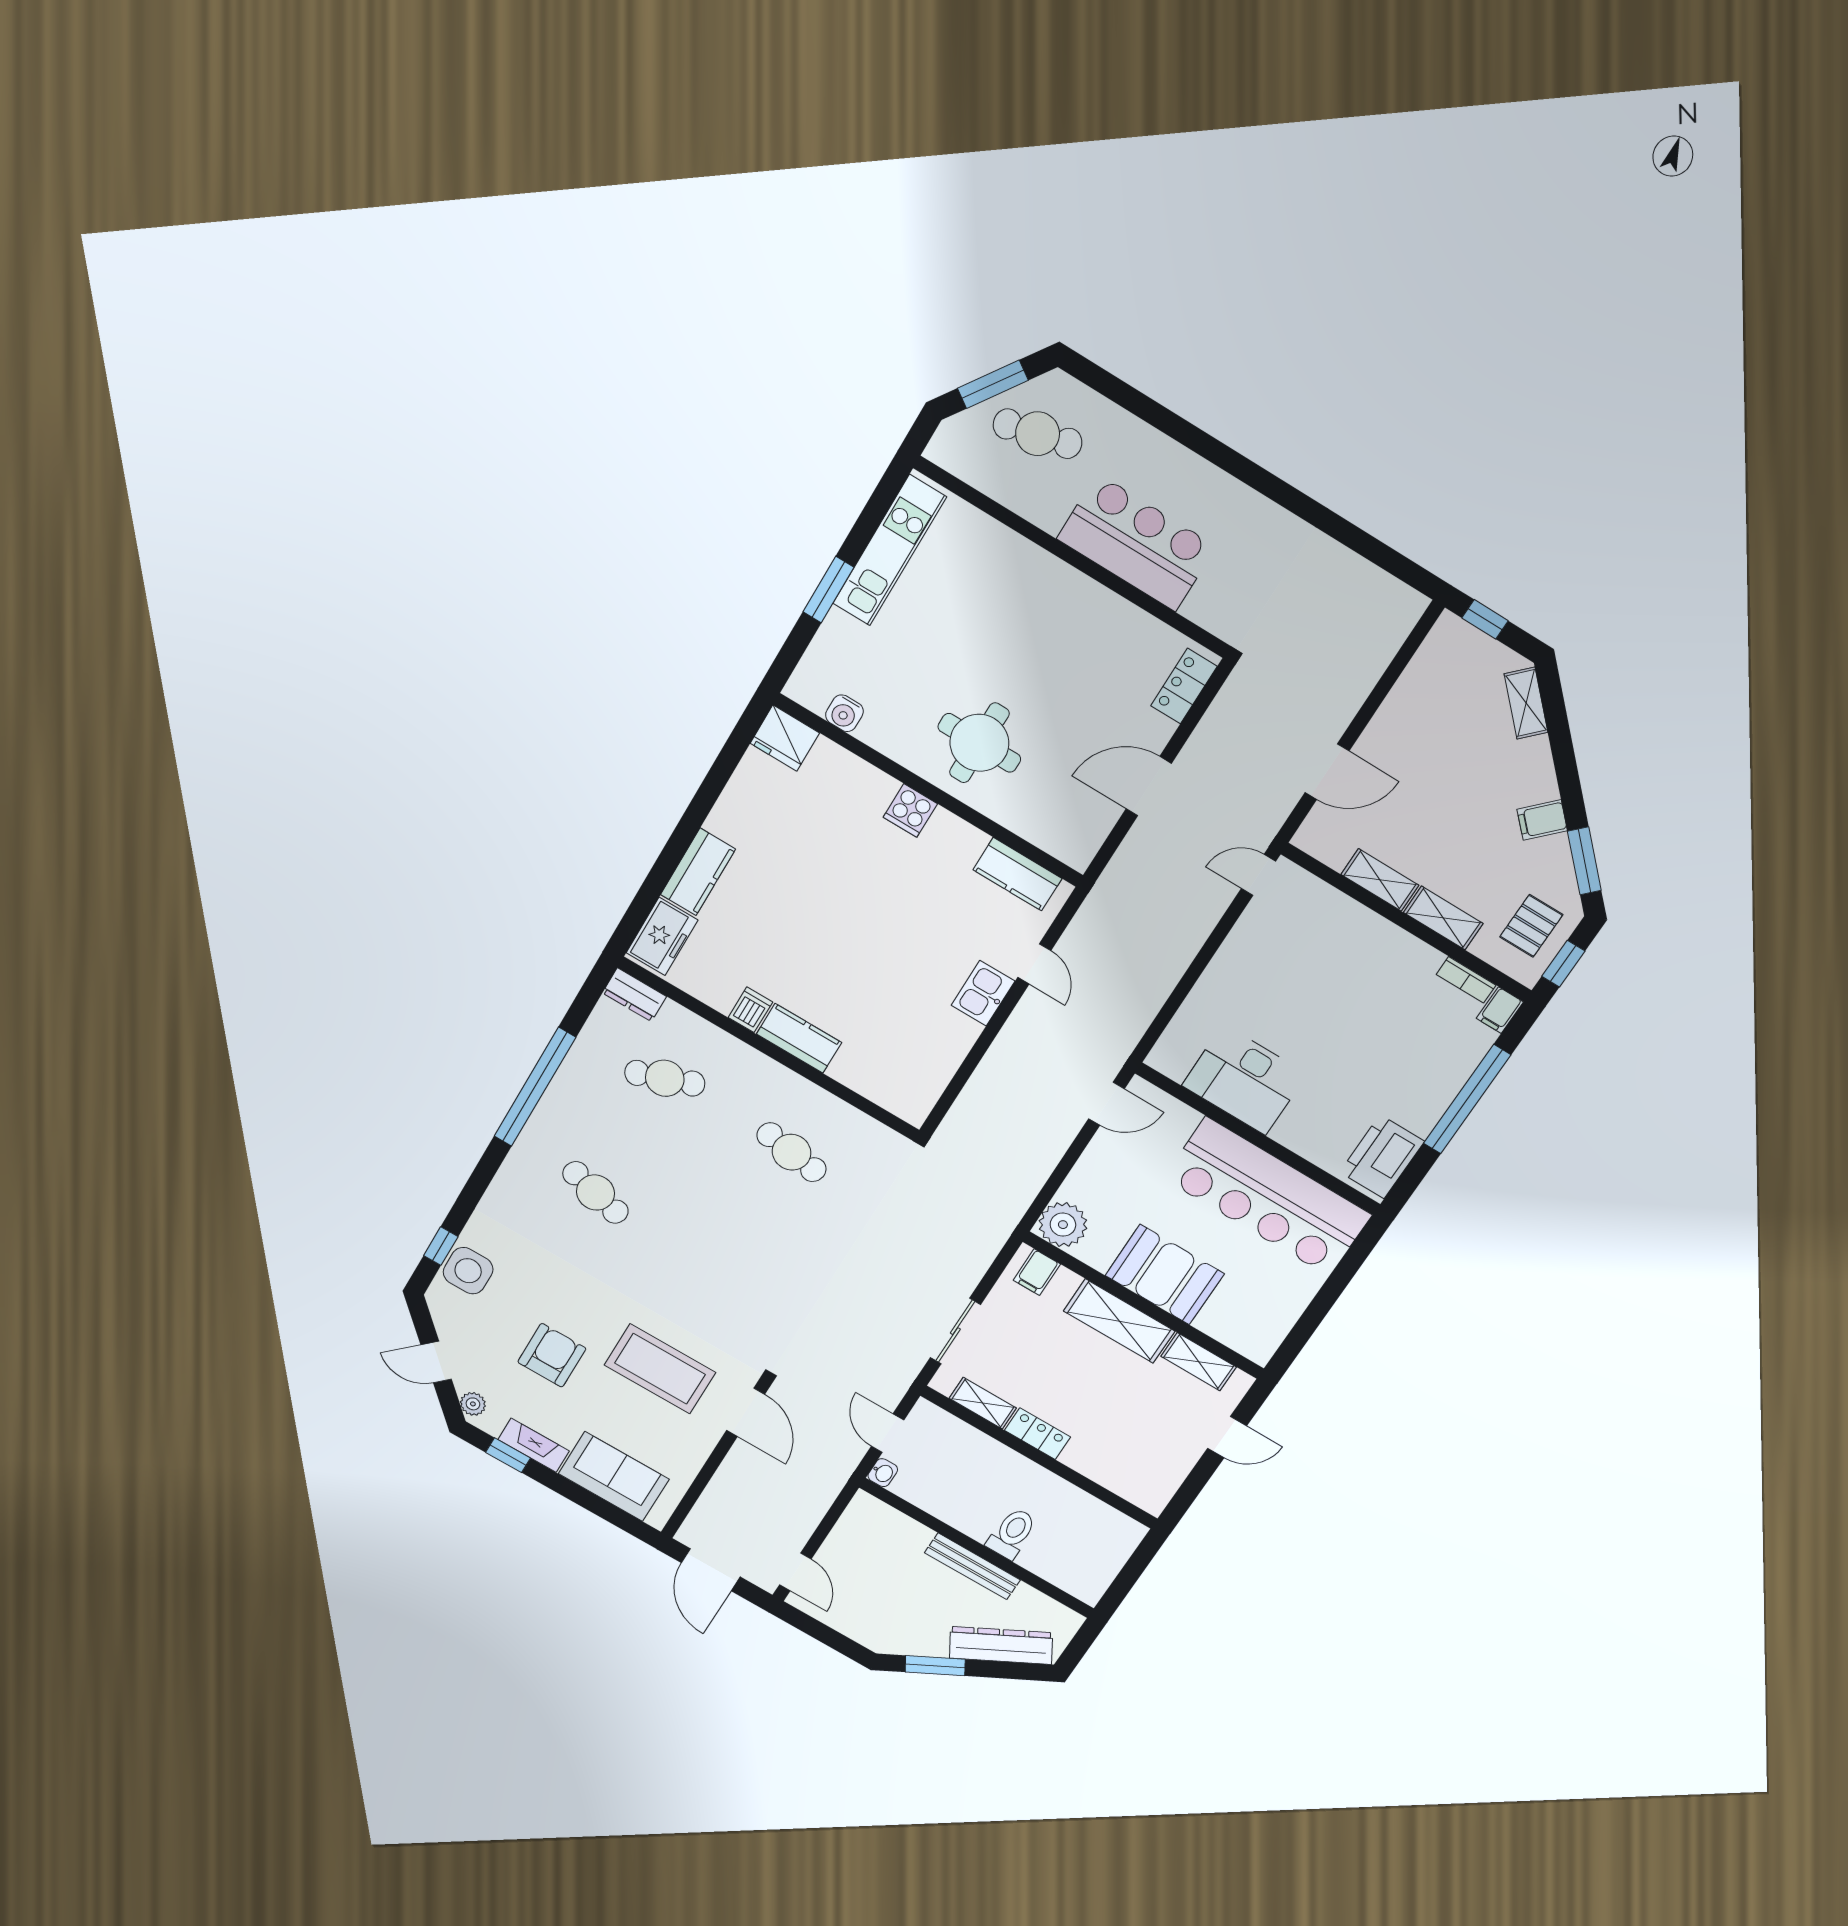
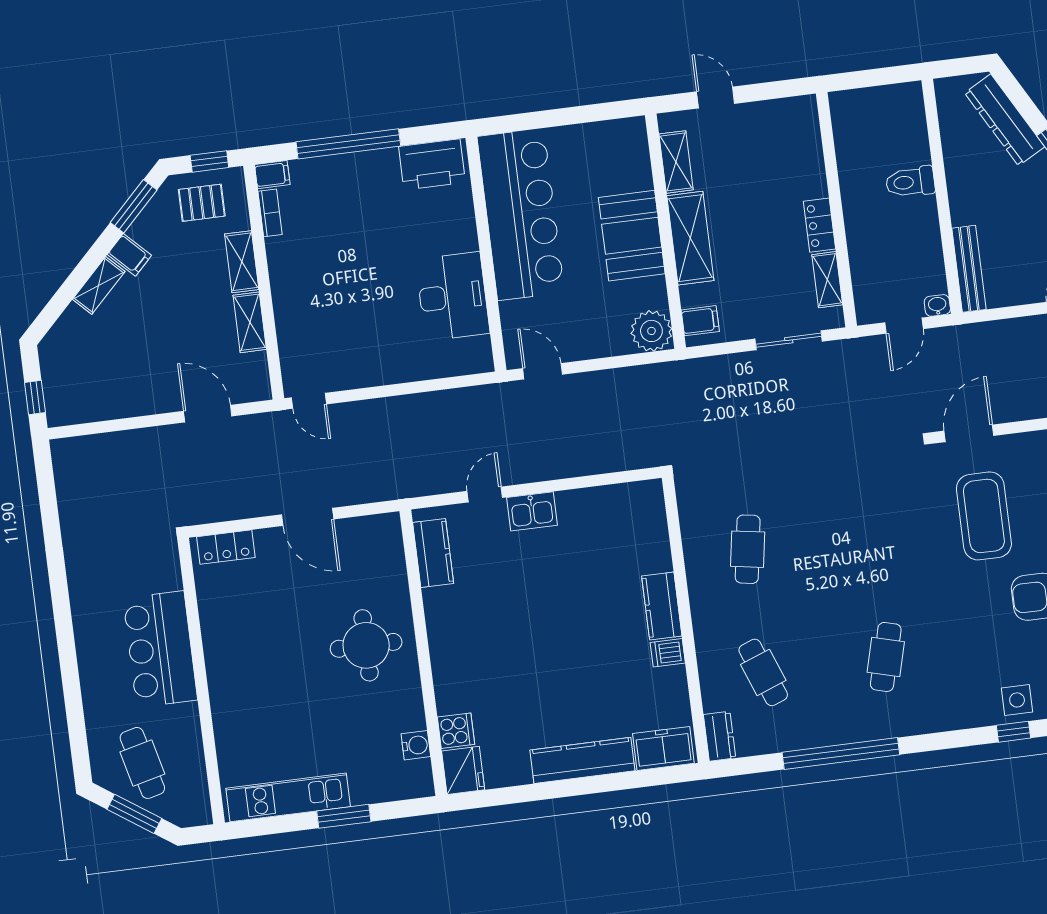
shelving: (1526, 703) -> (99, 285), moved
cooker: (910, 810) -> (456, 731), moved
kitchen counter: (698, 872) -> (582, 760), width x1.50
side table: (468, 1271) -> (1017, 700), width x0.73, depth x0.73
bench: (972, 1566) -> (969, 269), moved

